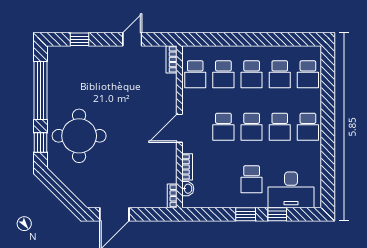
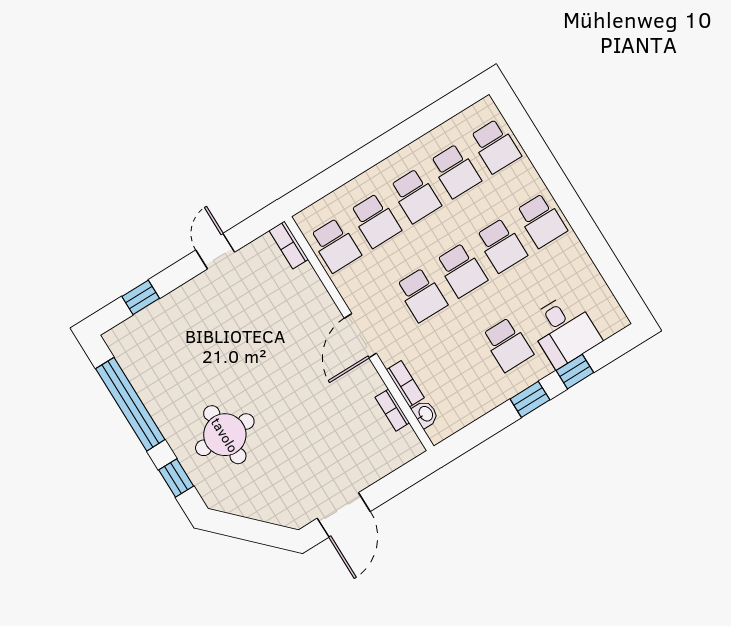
round table: (79, 136) -> (225, 435), width x0.73, depth x0.73
desk: (291, 190) -> (564, 330), width x0.73
bookcase: (172, 196) -> (392, 410), moved

